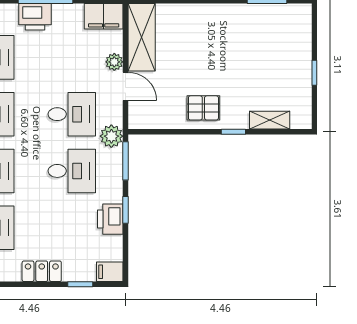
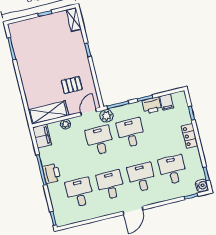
door: (126, 86) -> (88, 112), moved
pallet: (203, 108) -> (72, 85), moved, turned 90
shelving: (270, 120) -> (74, 19), moved
filing cabinet: (110, 272) -> (167, 102), moved

